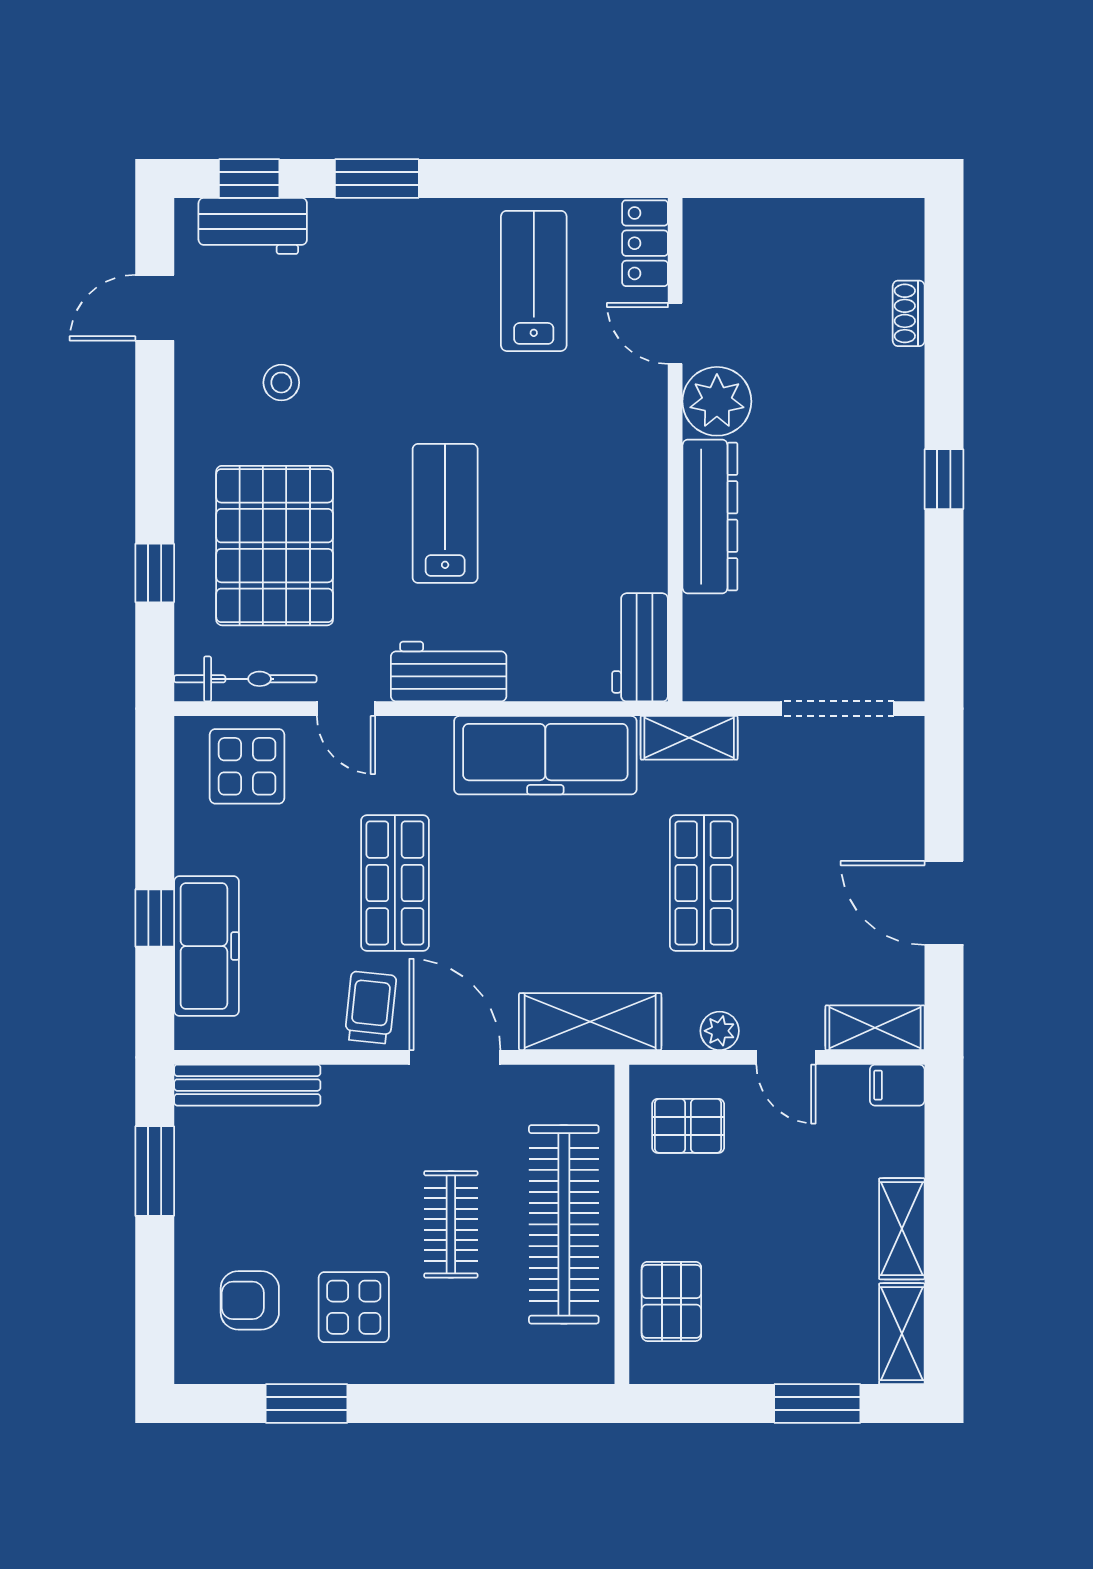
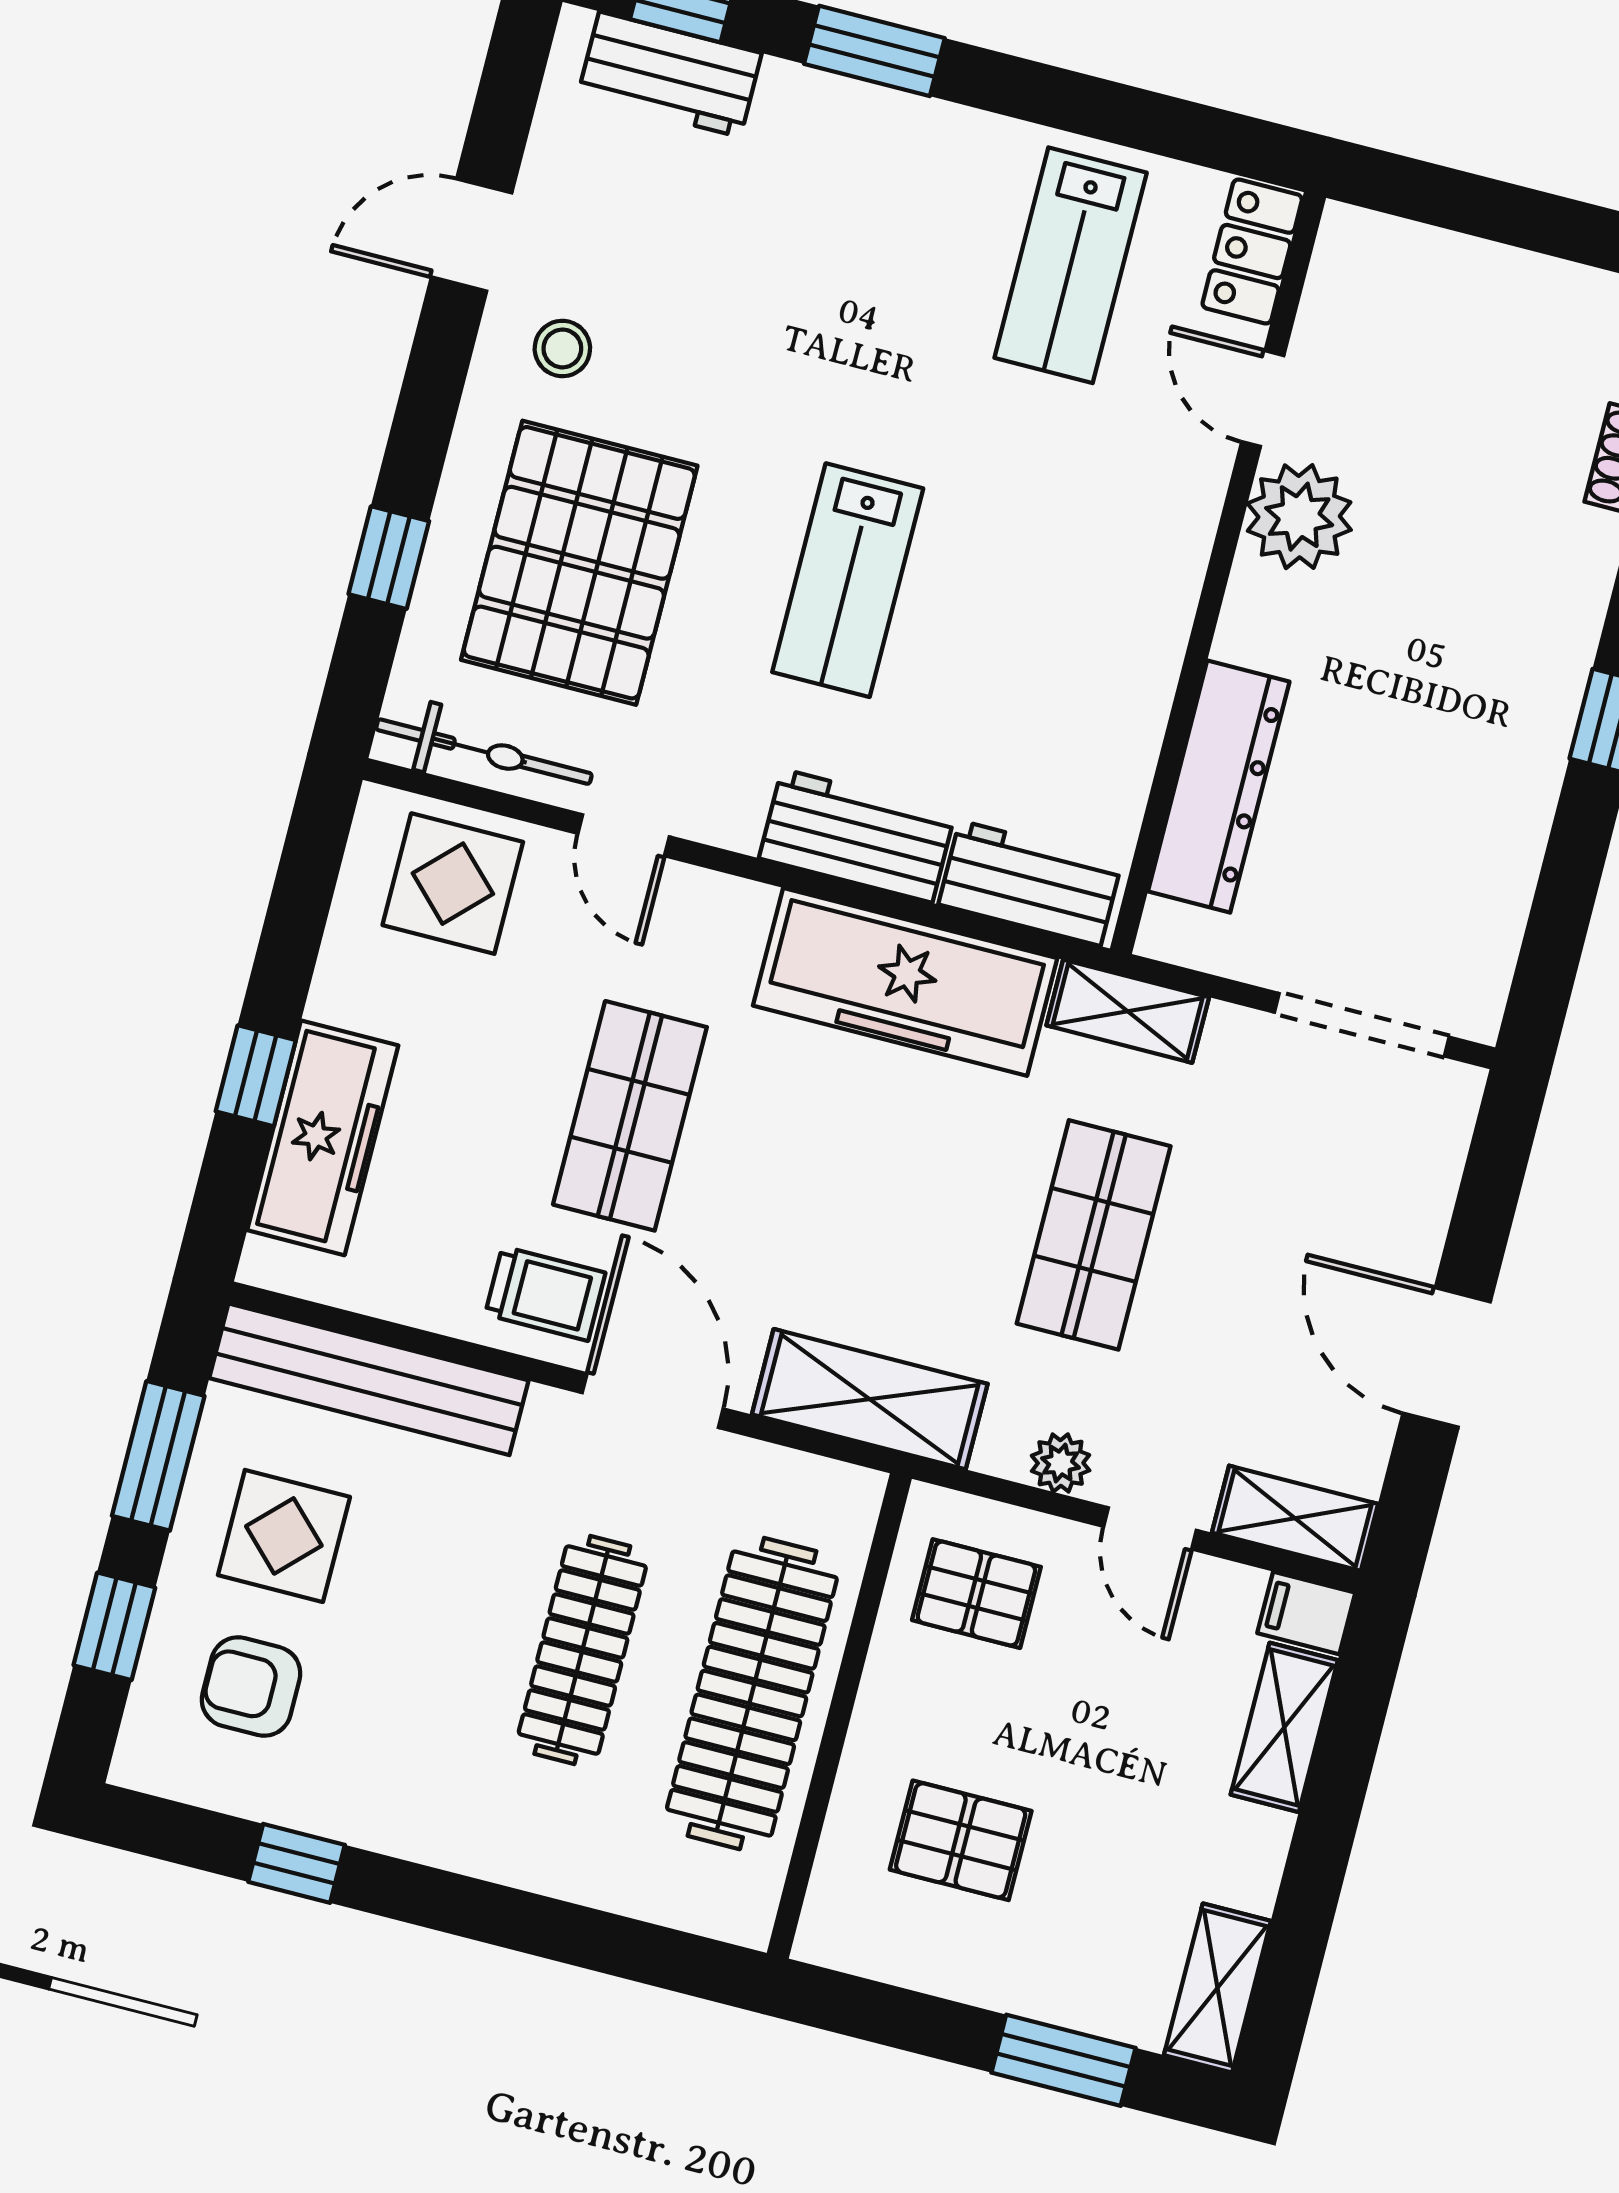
lab bench: (534, 281) -> (1071, 265), turned 180
door: (155, 308) -> (472, 235), moved
stool: (281, 383) -> (562, 348), moved
lab bench: (445, 513) -> (848, 580), turned 180
dresser: (710, 517) -> (1219, 787), moved
workbench: (640, 647) -> (1030, 883), moved, turned 90
workbench: (449, 672) -> (857, 836), moved
trolley: (370, 1008) -> (545, 1294), turned 84
bench: (247, 1085) -> (369, 1379), width x1.37, depth x1.21
clothes rail: (451, 1224) -> (582, 1650), width x1.36
shelving: (902, 1229) -> (1284, 1727), moved
window: (155, 1285) -> (114, 1626), added
pallet: (671, 1301) -> (961, 1840), moved, turned 90
display table: (354, 1307) -> (284, 1536), moved
window: (307, 1404) -> (297, 1863), width x0.67

